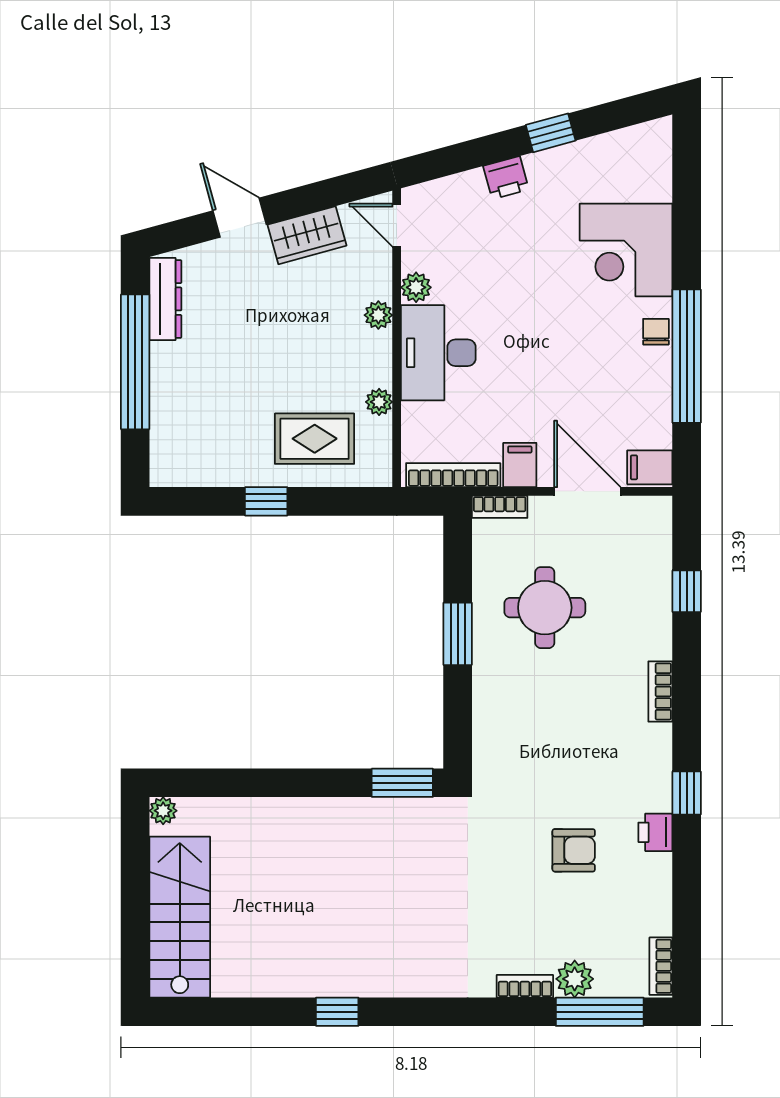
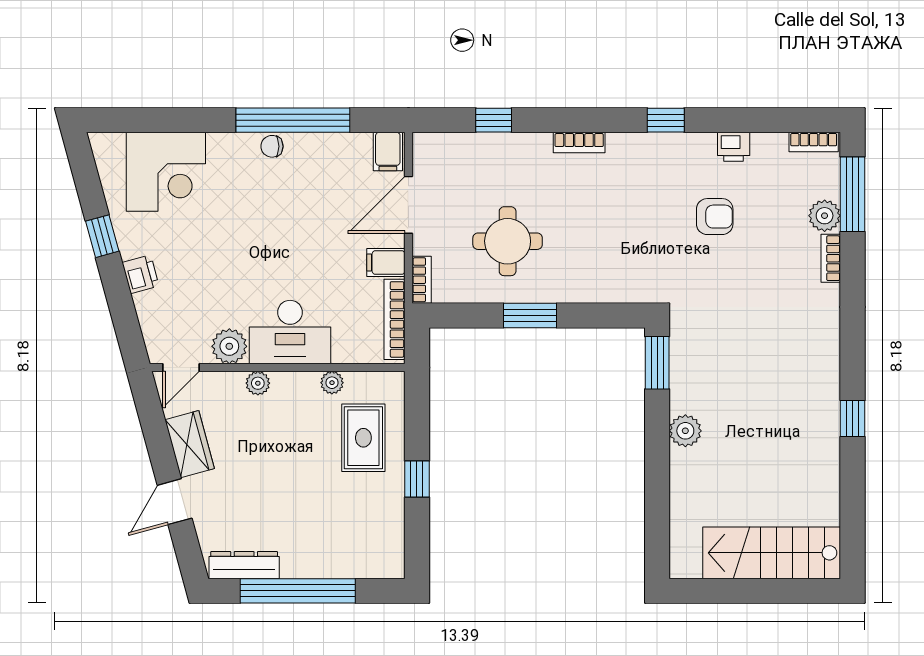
corner desk: (626, 250) -> (166, 172), moved
plant: (416, 287) -> (229, 346), width x1.38, depth x1.38
plant: (163, 811) -> (685, 431), moved, width x1.38, depth x1.38
printer: (655, 832) -> (734, 147), moved
armchair: (574, 850) -> (715, 217), turned 90

